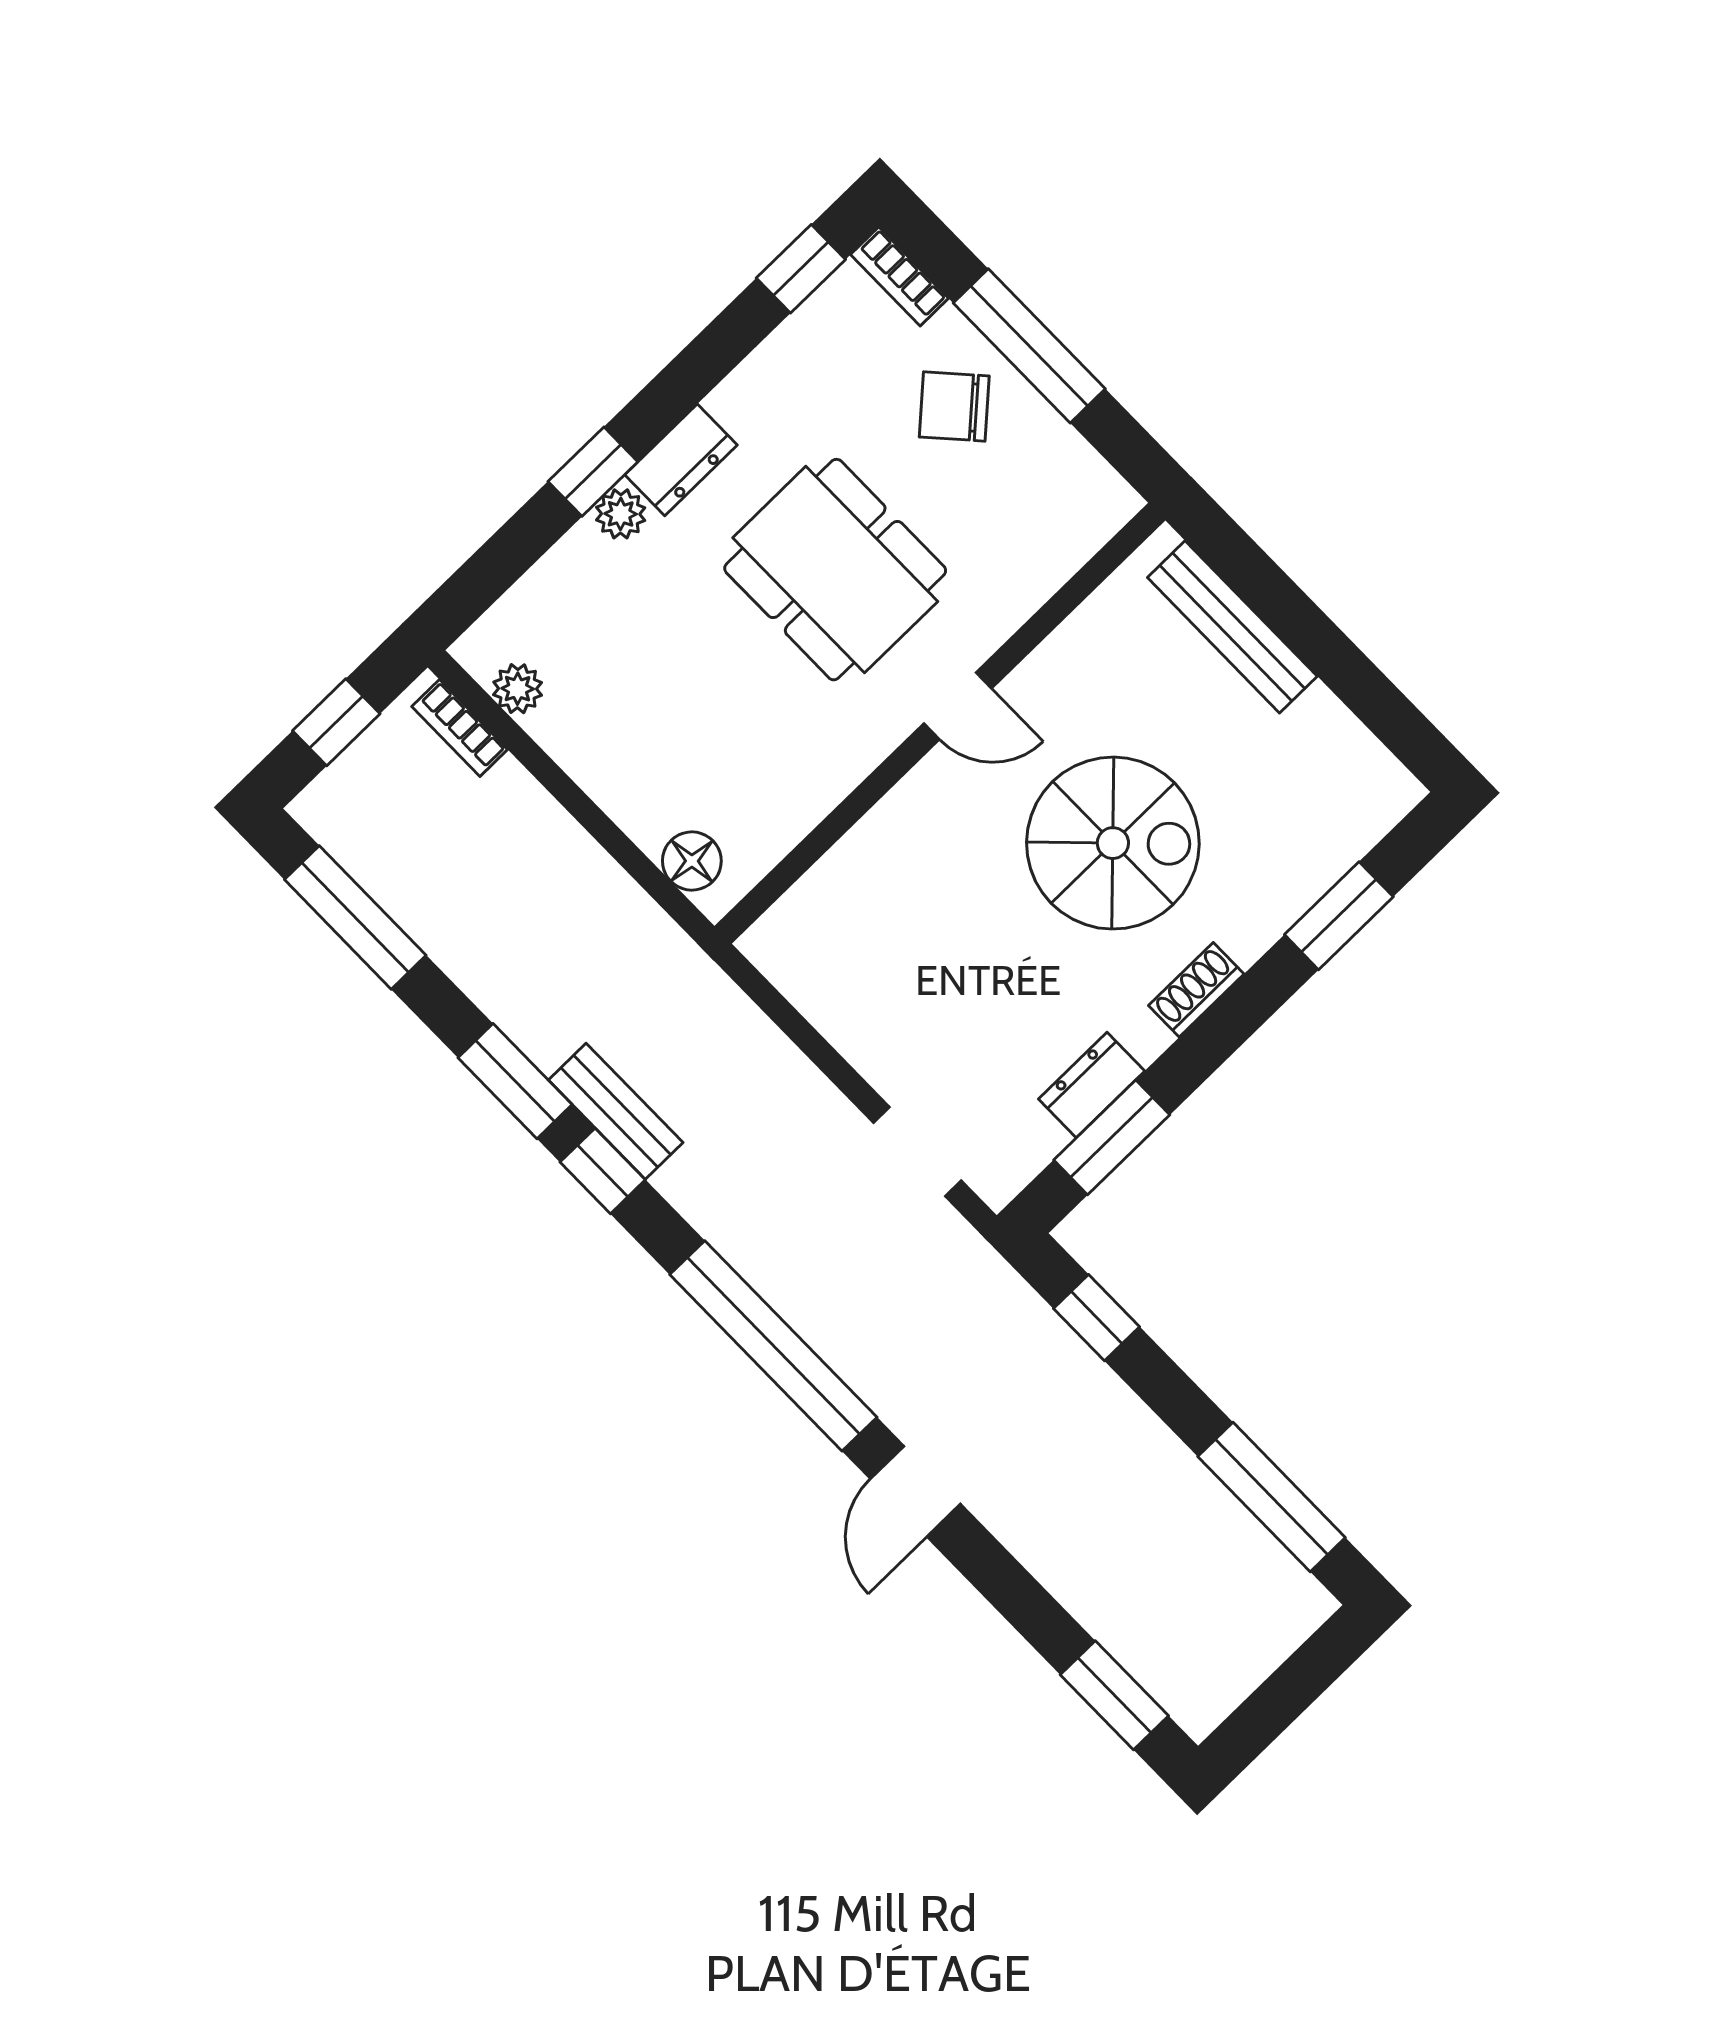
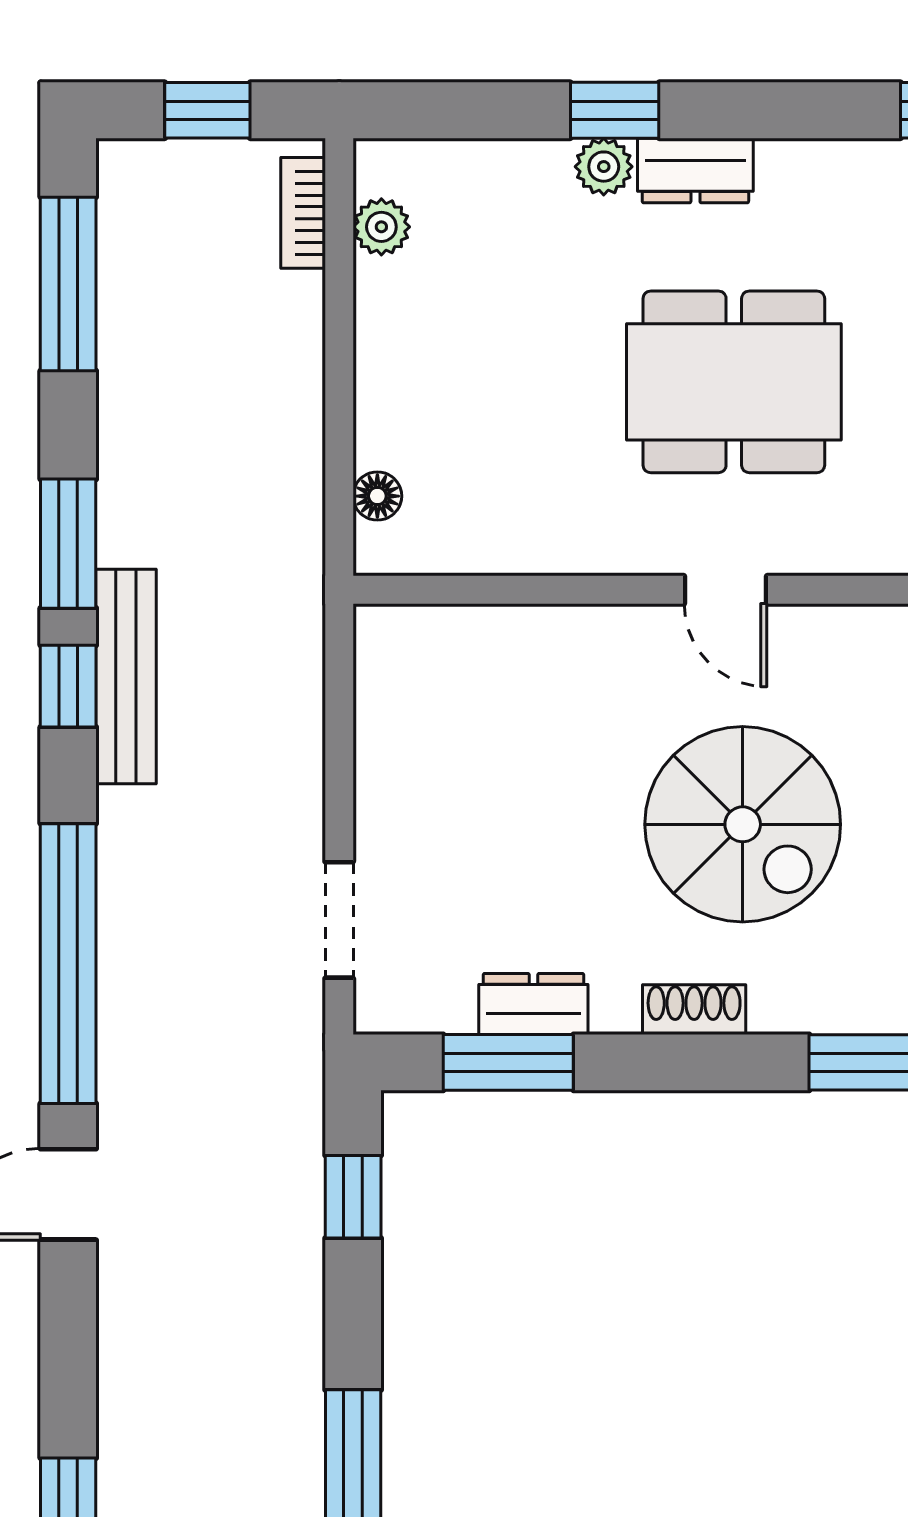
dining table: (835, 570) -> (734, 382), turned 90
floor lamp: (692, 861) -> (377, 496), width x0.73, depth x0.73
bench: (616, 1111) -> (126, 677), width x1.36

